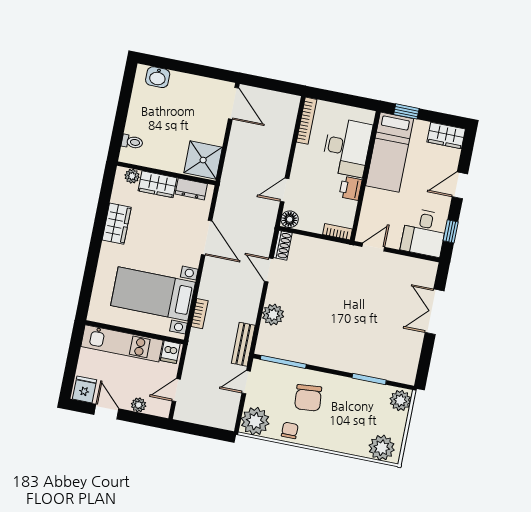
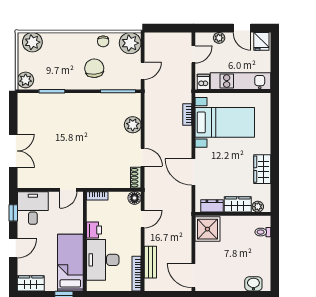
bench: (243, 344) -> (150, 262), moved

